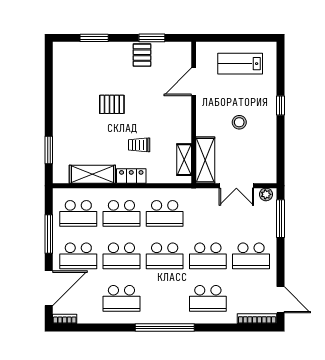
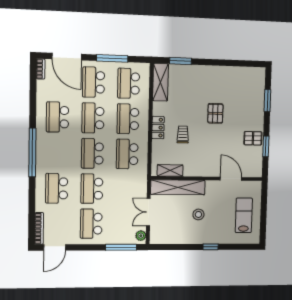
shelving: (205, 160) -> (178, 187), width x1.47
shelving: (92, 174) -> (160, 82), moved

